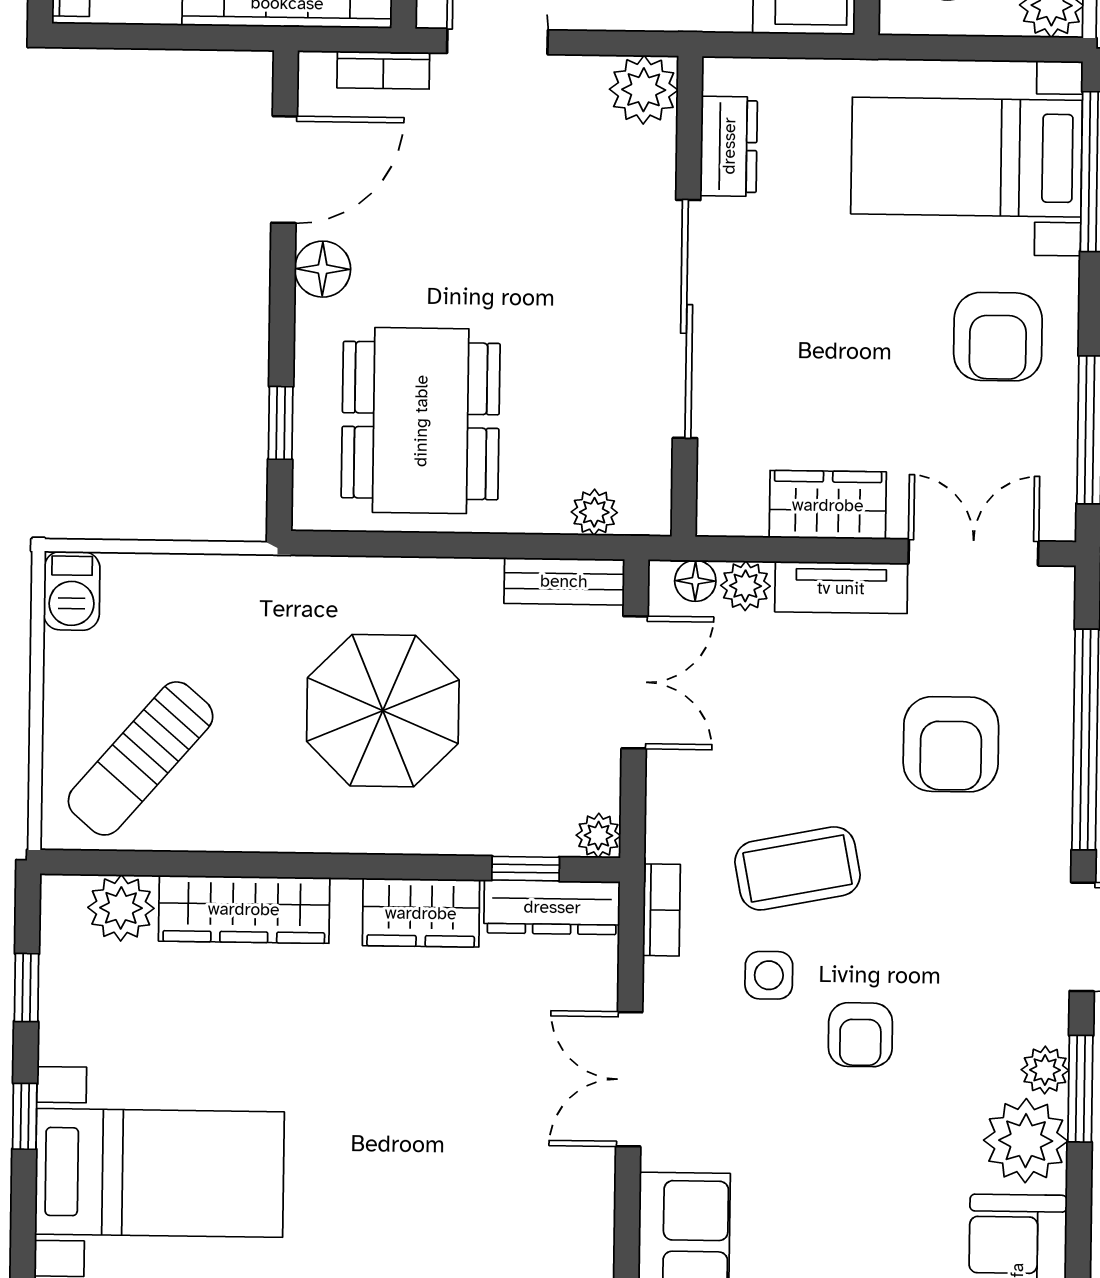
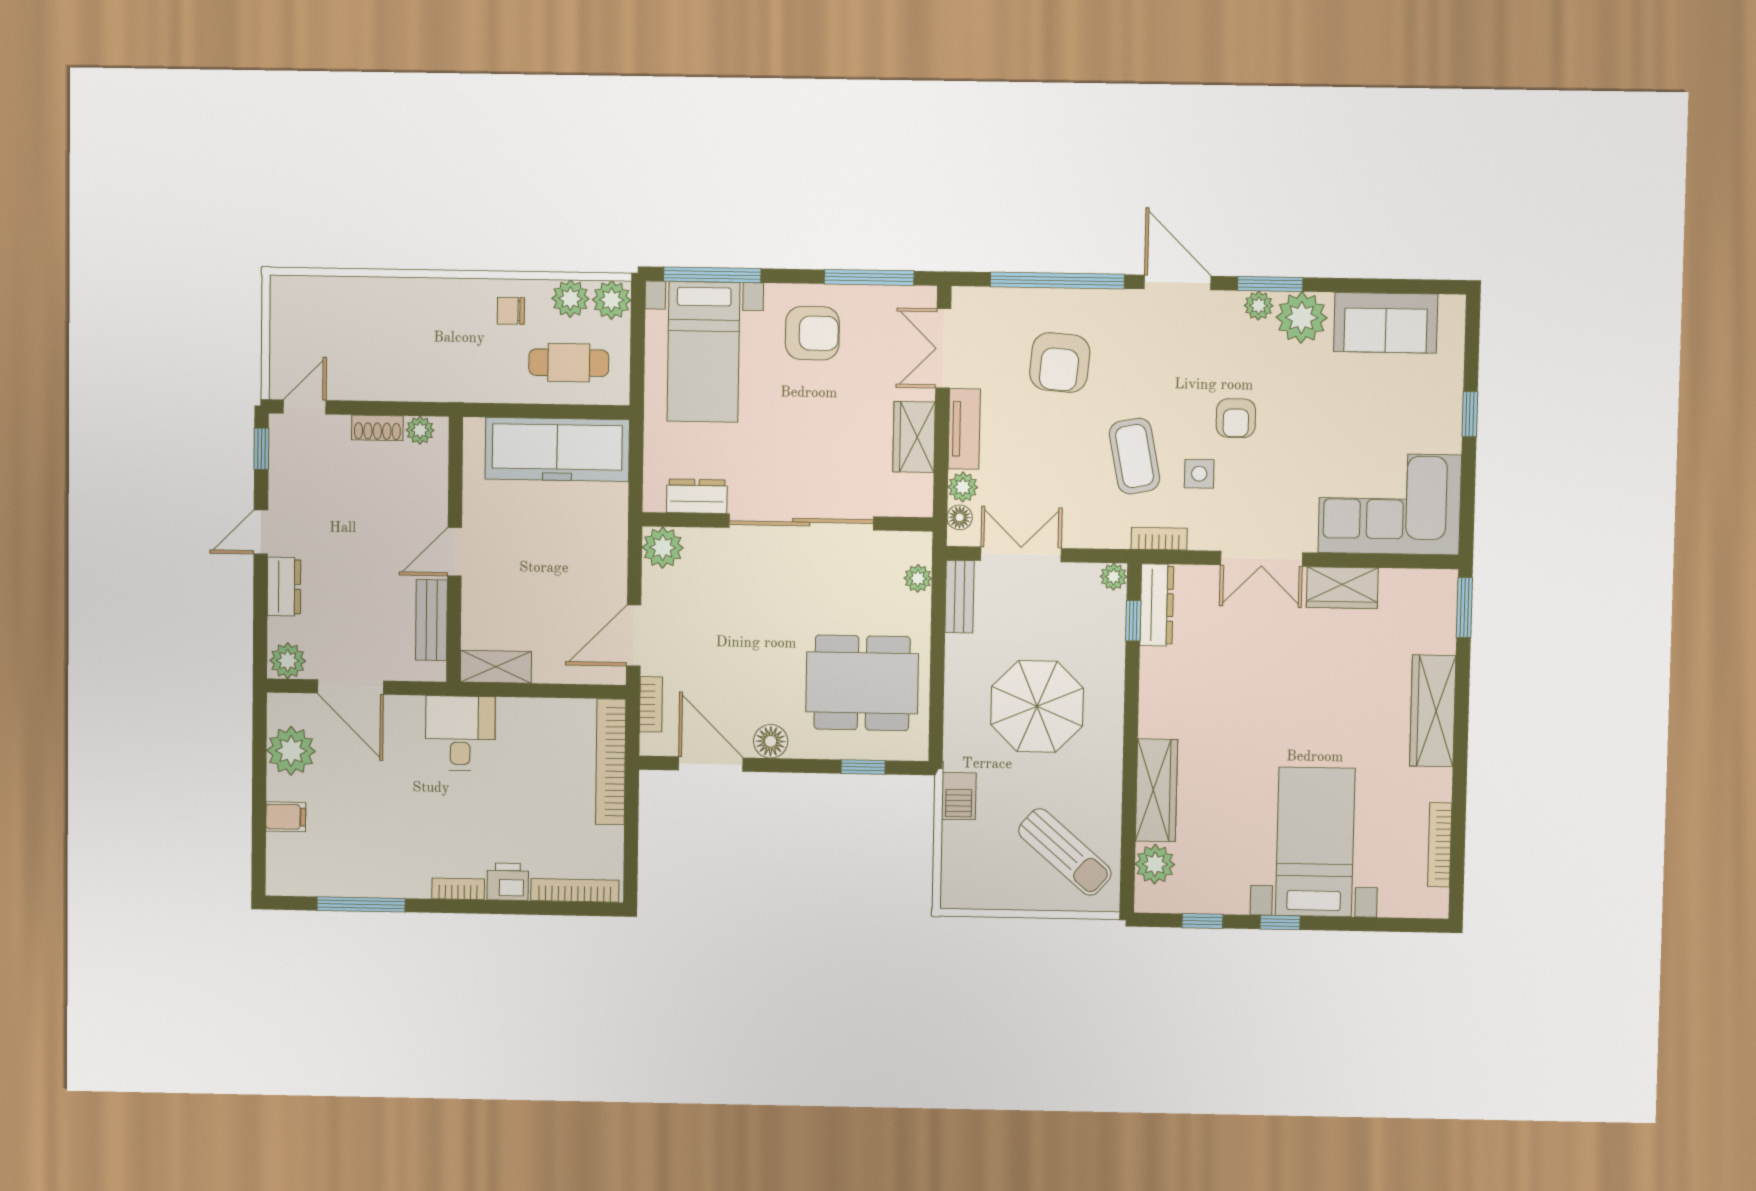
barbecue: (72, 591) -> (959, 796), moved, turned 90
armchair: (951, 744) -> (1060, 363), turned 95
wardrobe: (421, 913) -> (1342, 588), moved, turned 90
armchair: (860, 1035) -> (1236, 418), turned 90

